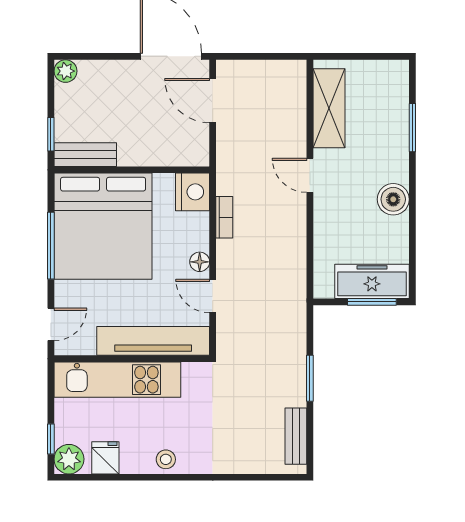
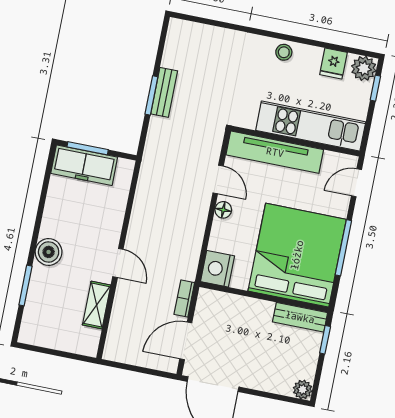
door: (213, 101) -> (186, 341), swing flipped
shelving: (329, 108) -> (97, 305), width x0.67, depth x0.75
boiler: (393, 199) -> (49, 252), moved
bookcase: (224, 217) -> (184, 298), moved
bench: (296, 436) -> (164, 92), moved

